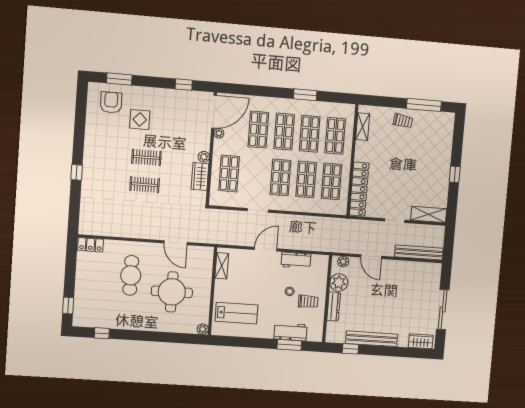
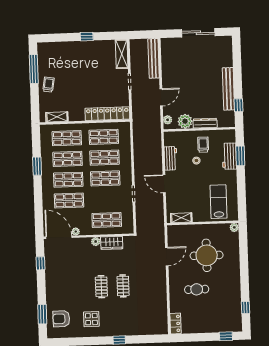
display table: (140, 120) -> (91, 319), moved
cafe table: (131, 275) -> (197, 289), width x0.73, depth x0.74
wardrobe: (421, 341) -> (227, 48), removed

